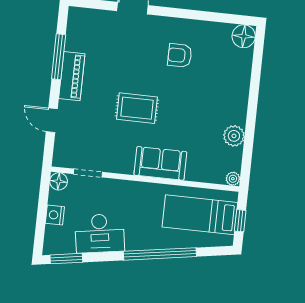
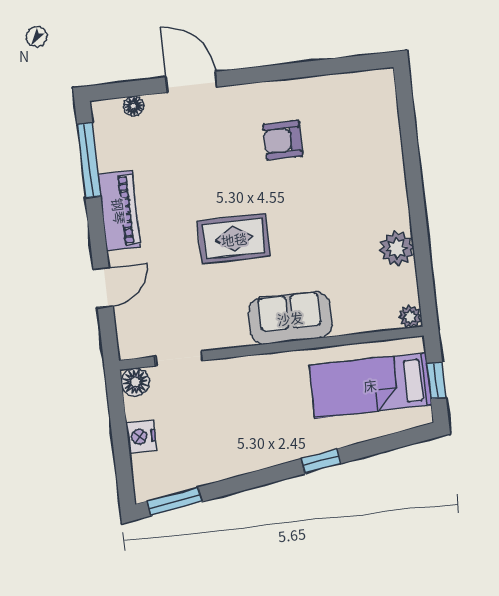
floor lamp: (244, 36) -> (133, 106), moved, width x0.53, depth x0.53
window: (59, 57) -> (89, 160), moved
door: (52, 120) -> (103, 288), swing flipped
desk: (100, 233) -> (219, 450), removed
window: (160, 254) -> (321, 461), width x0.32

